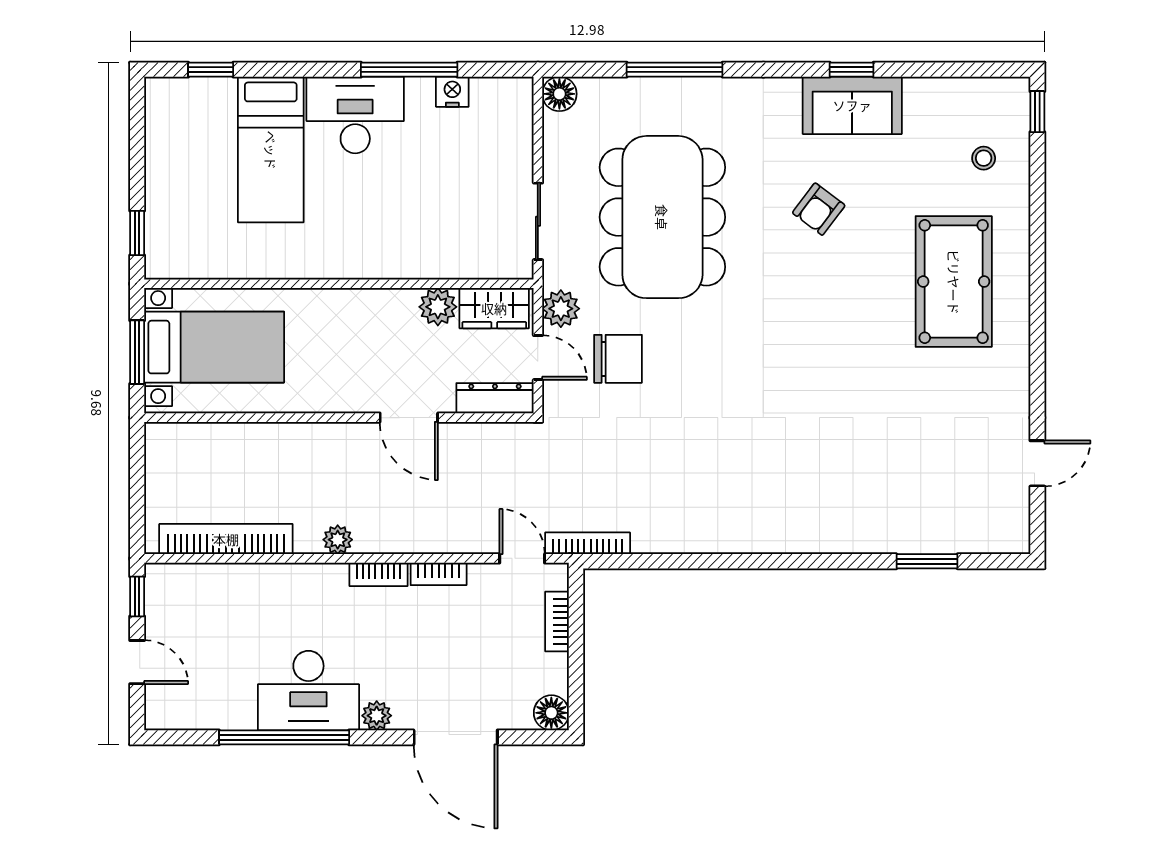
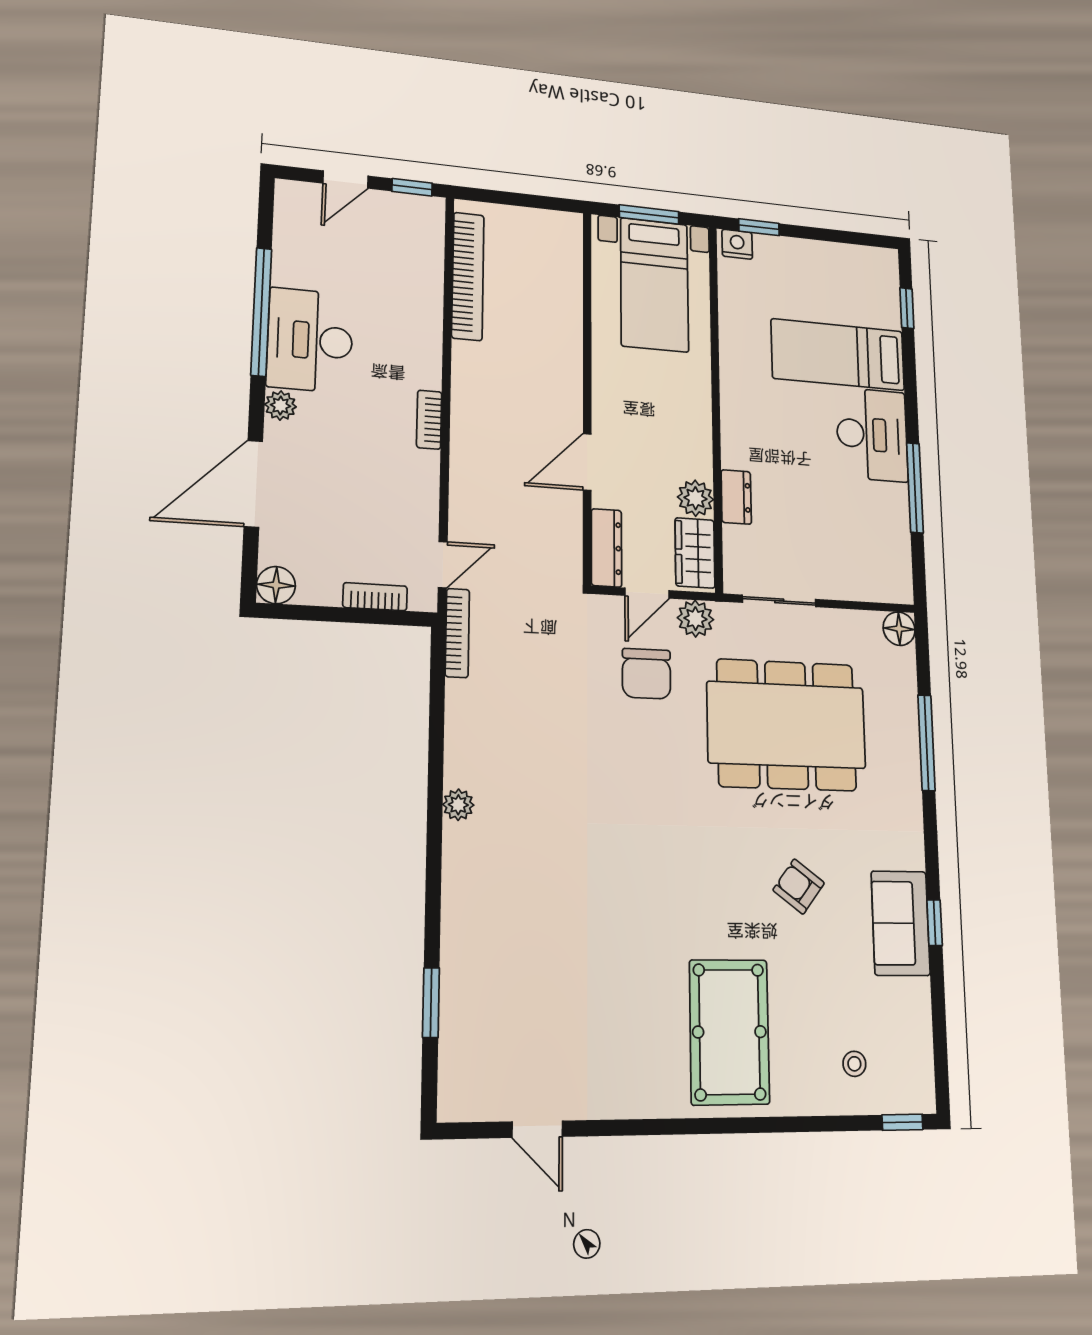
nightstand: (452, 92) -> (737, 244), moved, turned -90
dresser: (433, 264) -> (736, 497), added
pool table: (954, 282) -> (729, 1032), turned 90
plant: (338, 540) -> (458, 805), moved
bookcase: (439, 574) -> (428, 479), removed

